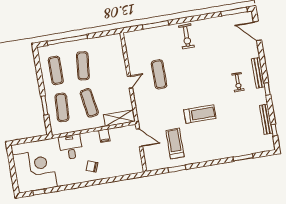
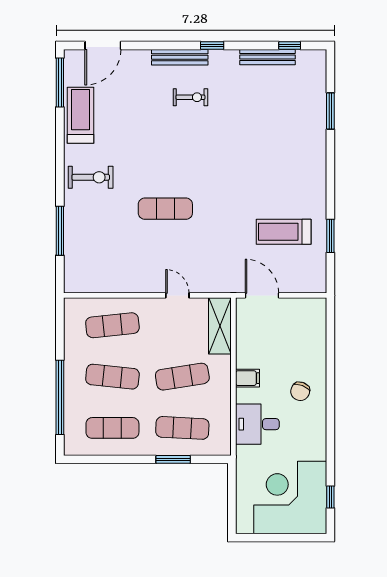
exercise mat: (110, 61) -> (112, 325), added
exercise mat: (159, 74) -> (165, 209), moved
door: (130, 82) -> (177, 295), moved
treadmill: (200, 114) -> (80, 115), moved
filing cabinet: (104, 136) -> (248, 378), moved
door: (139, 138) -> (262, 295), hinge flipped

